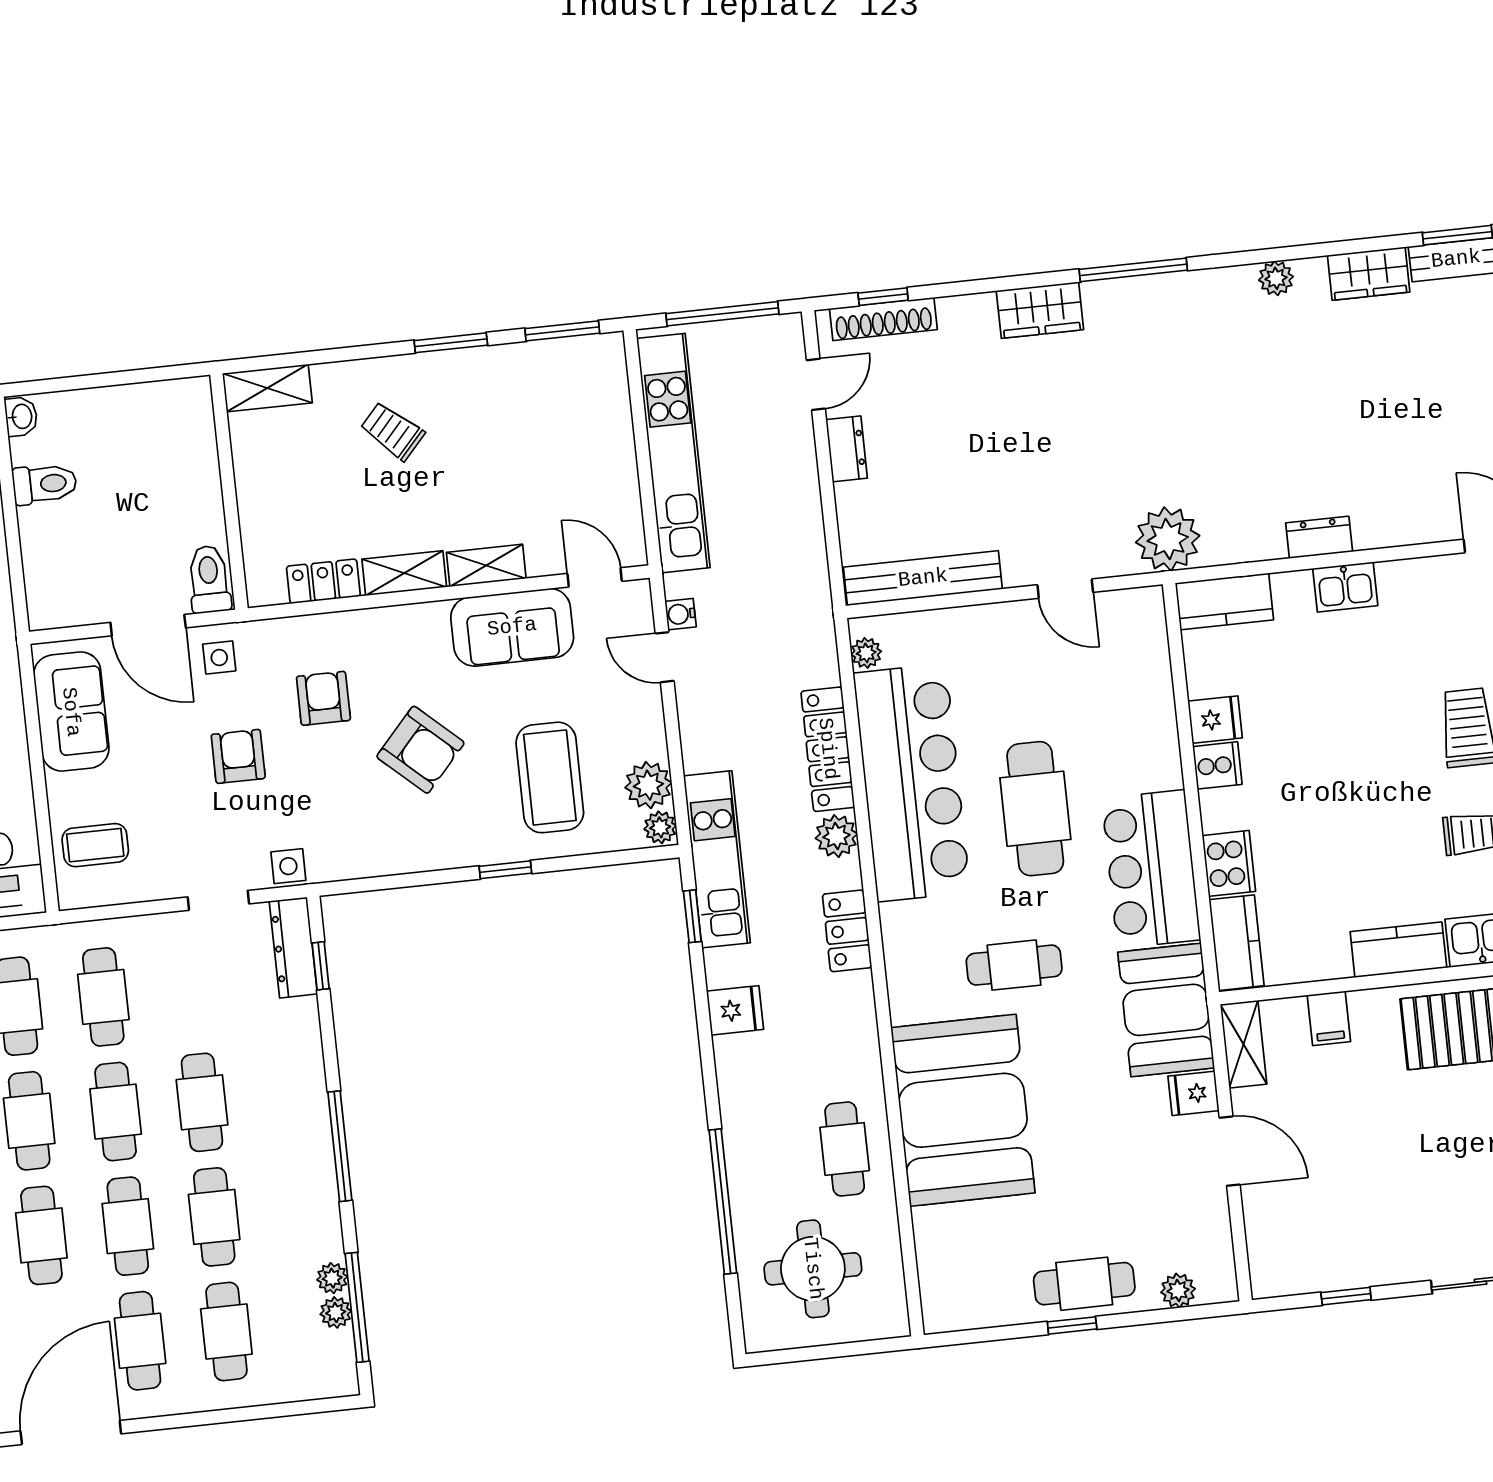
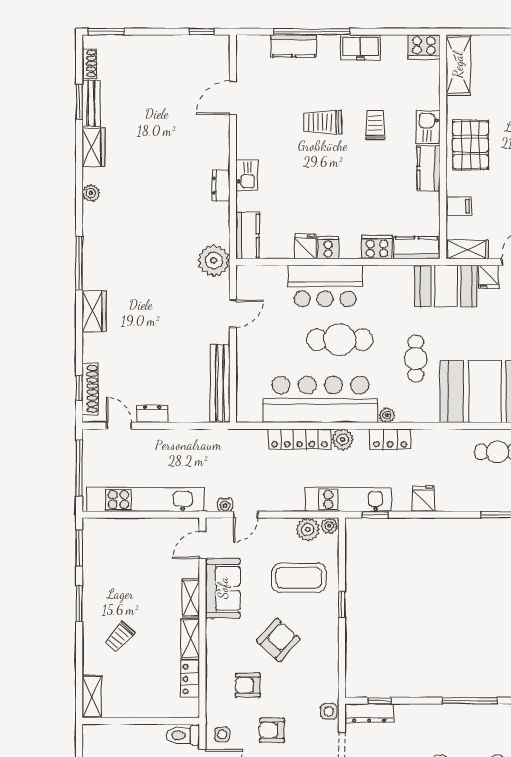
plant: (866, 653) -> (387, 415), moved
bar counter: (1151, 869) -> (325, 286), moved

